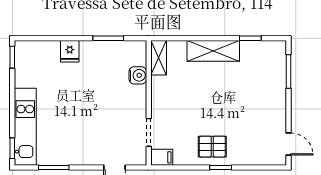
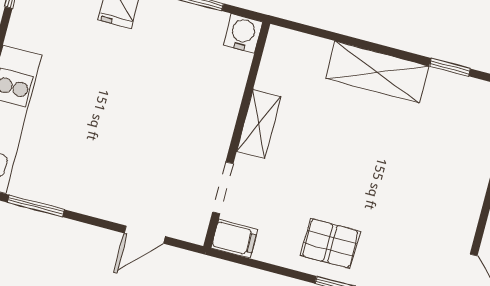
shelving: (159, 58) -> (259, 124), moved
water cooler: (138, 75) -> (243, 33), moved, turned -90

